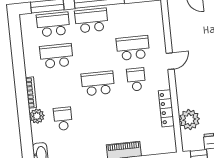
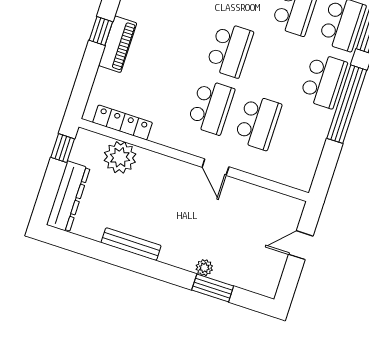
school desk: (136, 79) -> (211, 107), width x1.85
locker: (166, 108) -> (123, 122), moved

